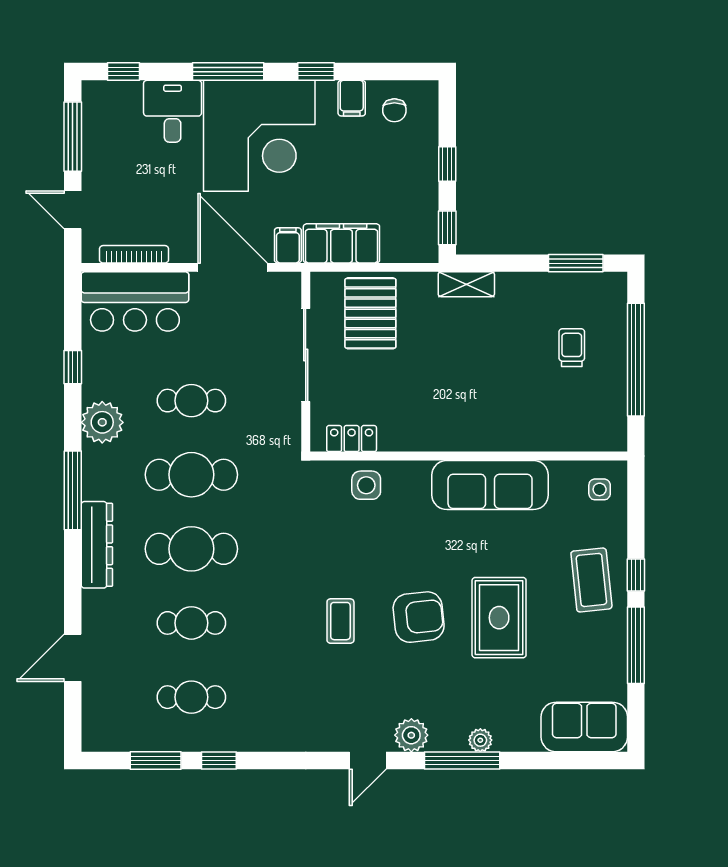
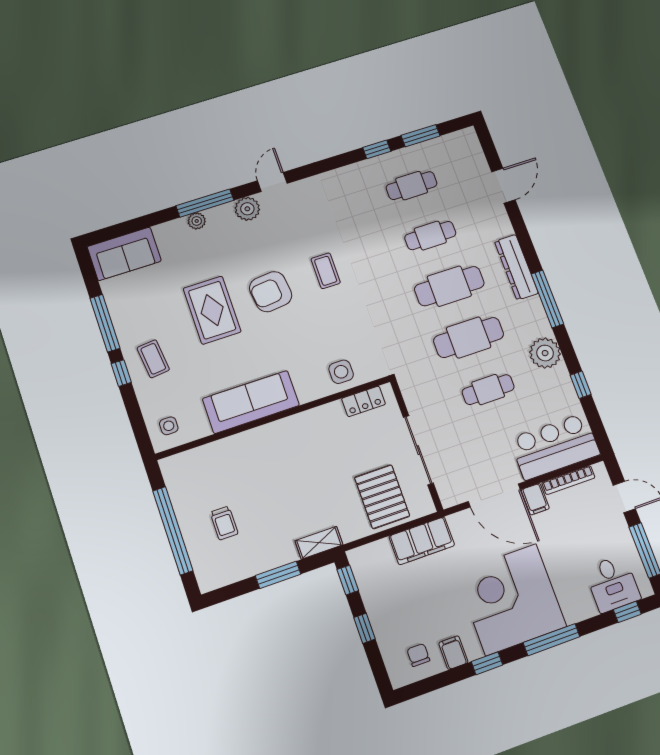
desk: (173, 111) -> (612, 584), moved
filing cabinet: (288, 245) -> (535, 499), moved
window: (576, 263) -> (278, 575), moved
coffee table: (591, 580) -> (153, 359), width x0.73, depth x0.77

